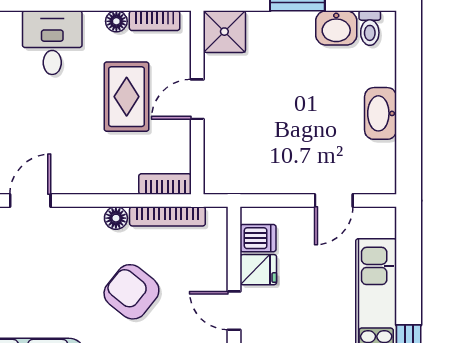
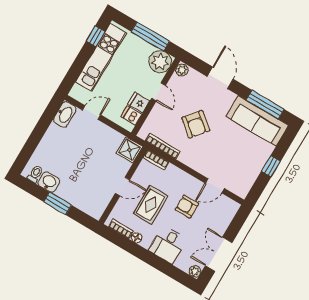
shower: (224, 32) -> (129, 150), moved
washbasin: (381, 113) -> (65, 114), moved
armchair: (59, 132) -> (187, 207), added
floor lamp: (116, 218) -> (184, 158), removed

